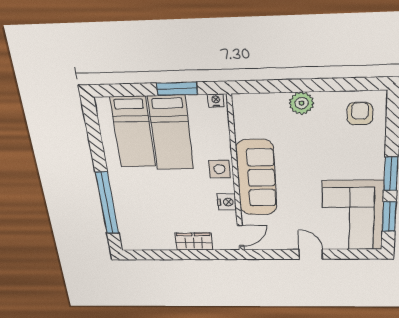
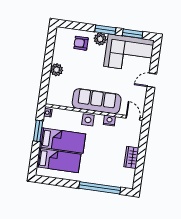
armchair: (360, 114) -> (81, 43), moved
plant: (372, 168) -> (100, 39), added
wardrobe: (194, 242) -> (131, 157), moved

